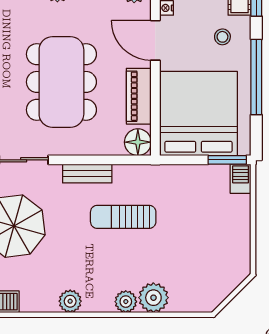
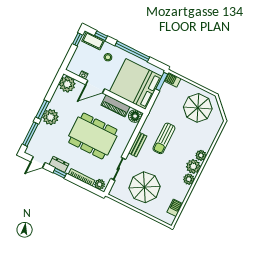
parasol: (212, 252) -> (198, 108), added
plant: (153, 298) -> (193, 166), moved

